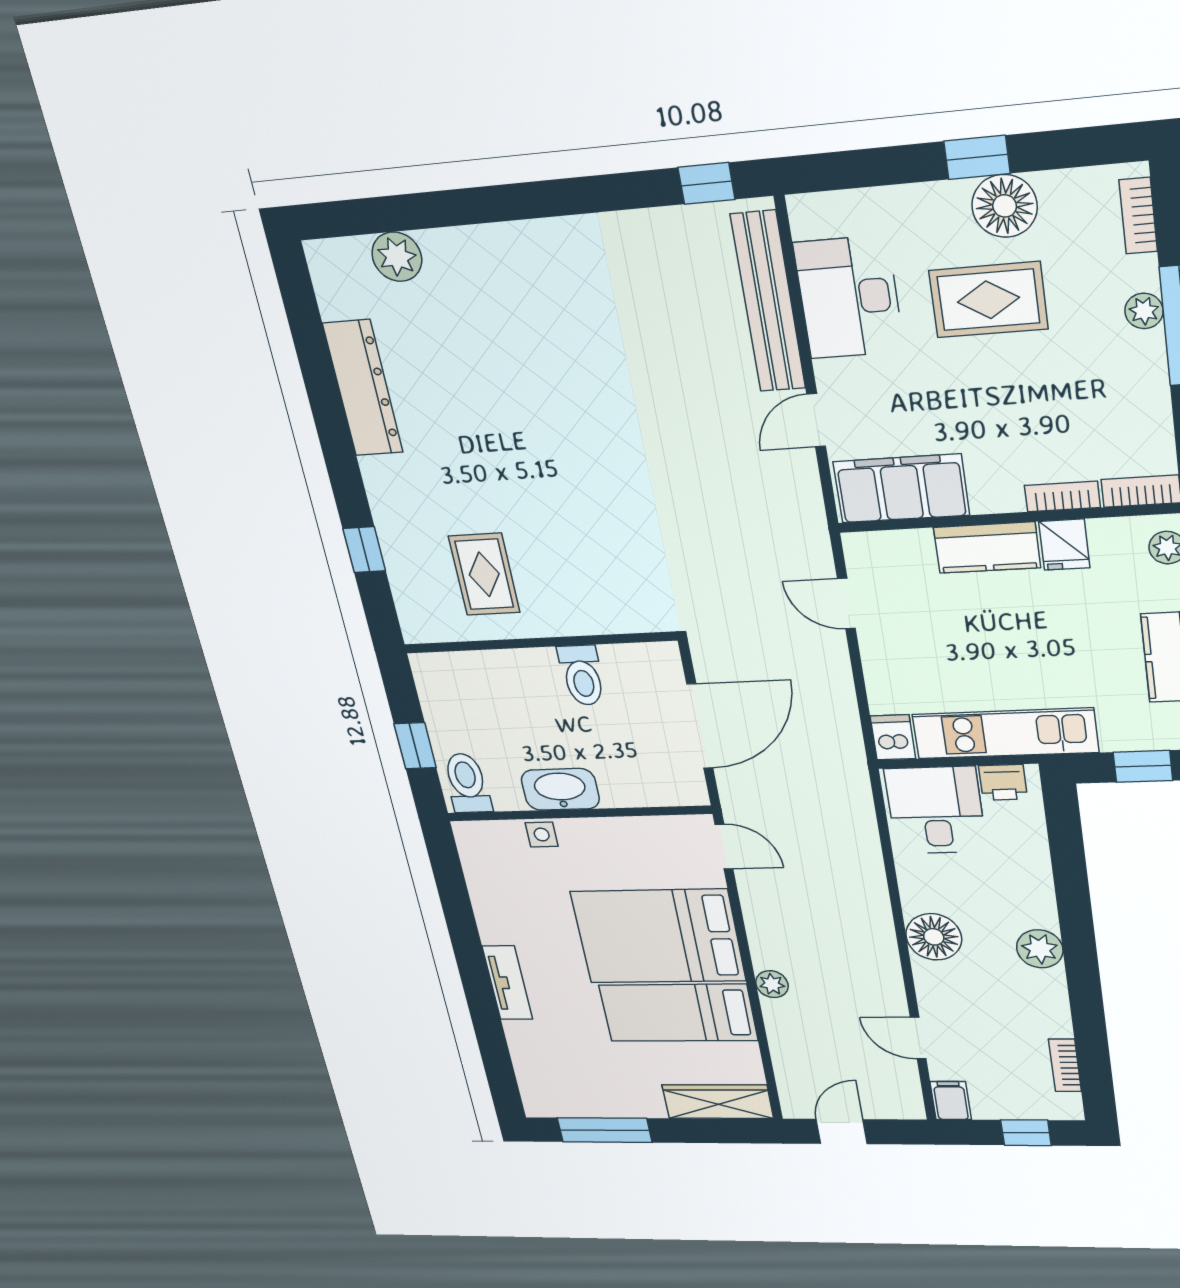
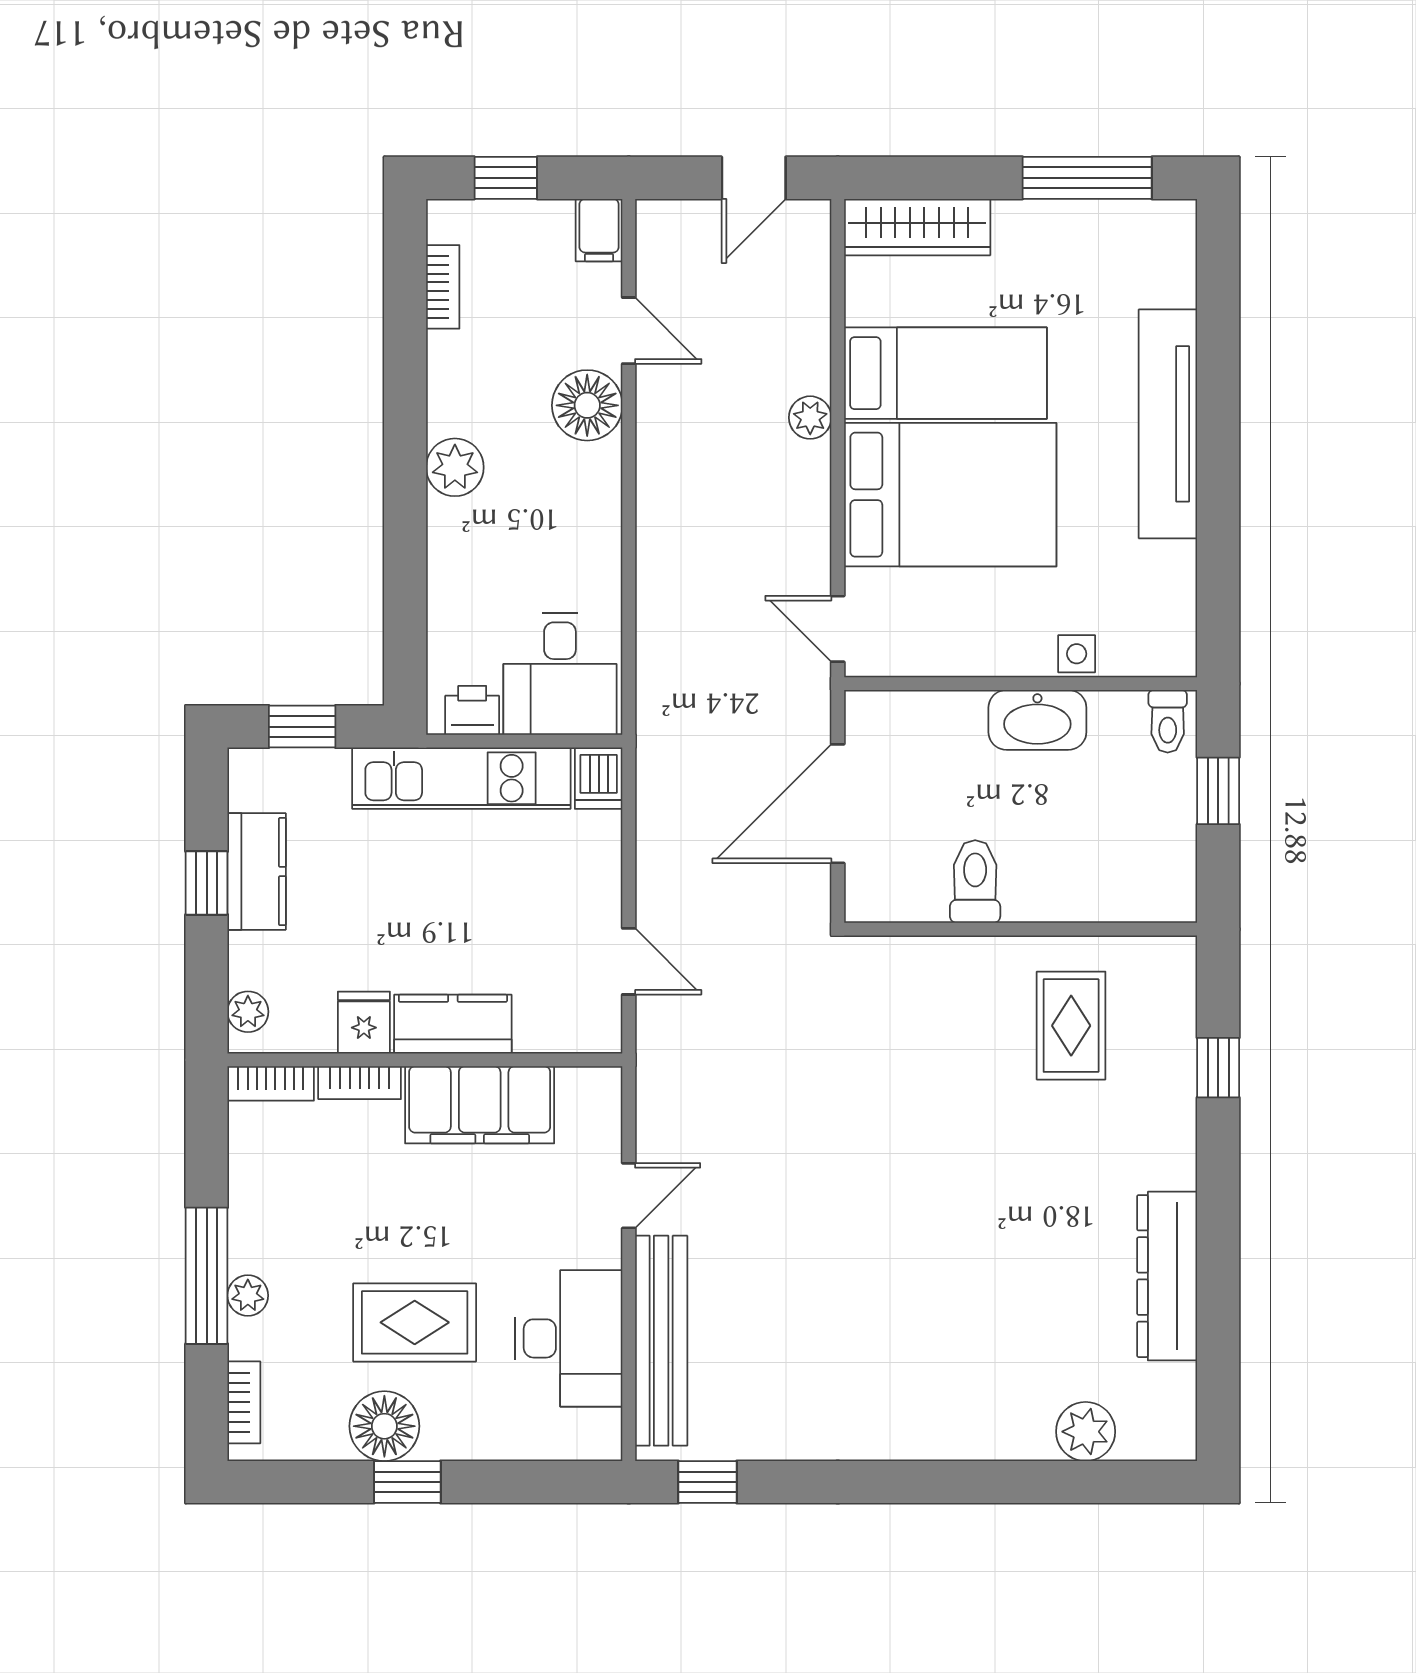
filing cabinet: (901, 488) -> (480, 1105), moved
toilet: (467, 783) -> (1168, 721), width x0.73, depth x0.72
floor lamp: (934, 937) -> (587, 405), moved
tv unit: (507, 983) -> (1168, 424), width x1.92, depth x1.29

